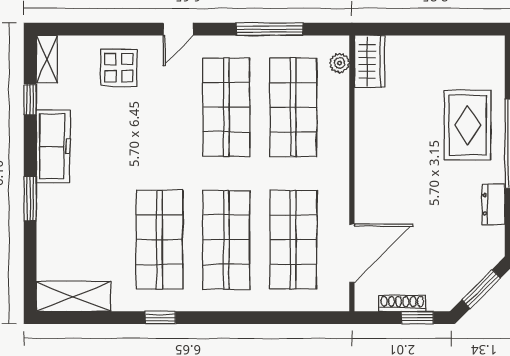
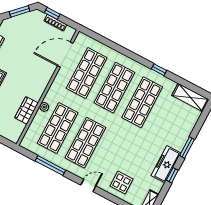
wardrobe: (369, 61) -> (27, 110), moved
plant: (339, 63) -> (44, 107), moved
window: (30, 100) -> (172, 175), moved

